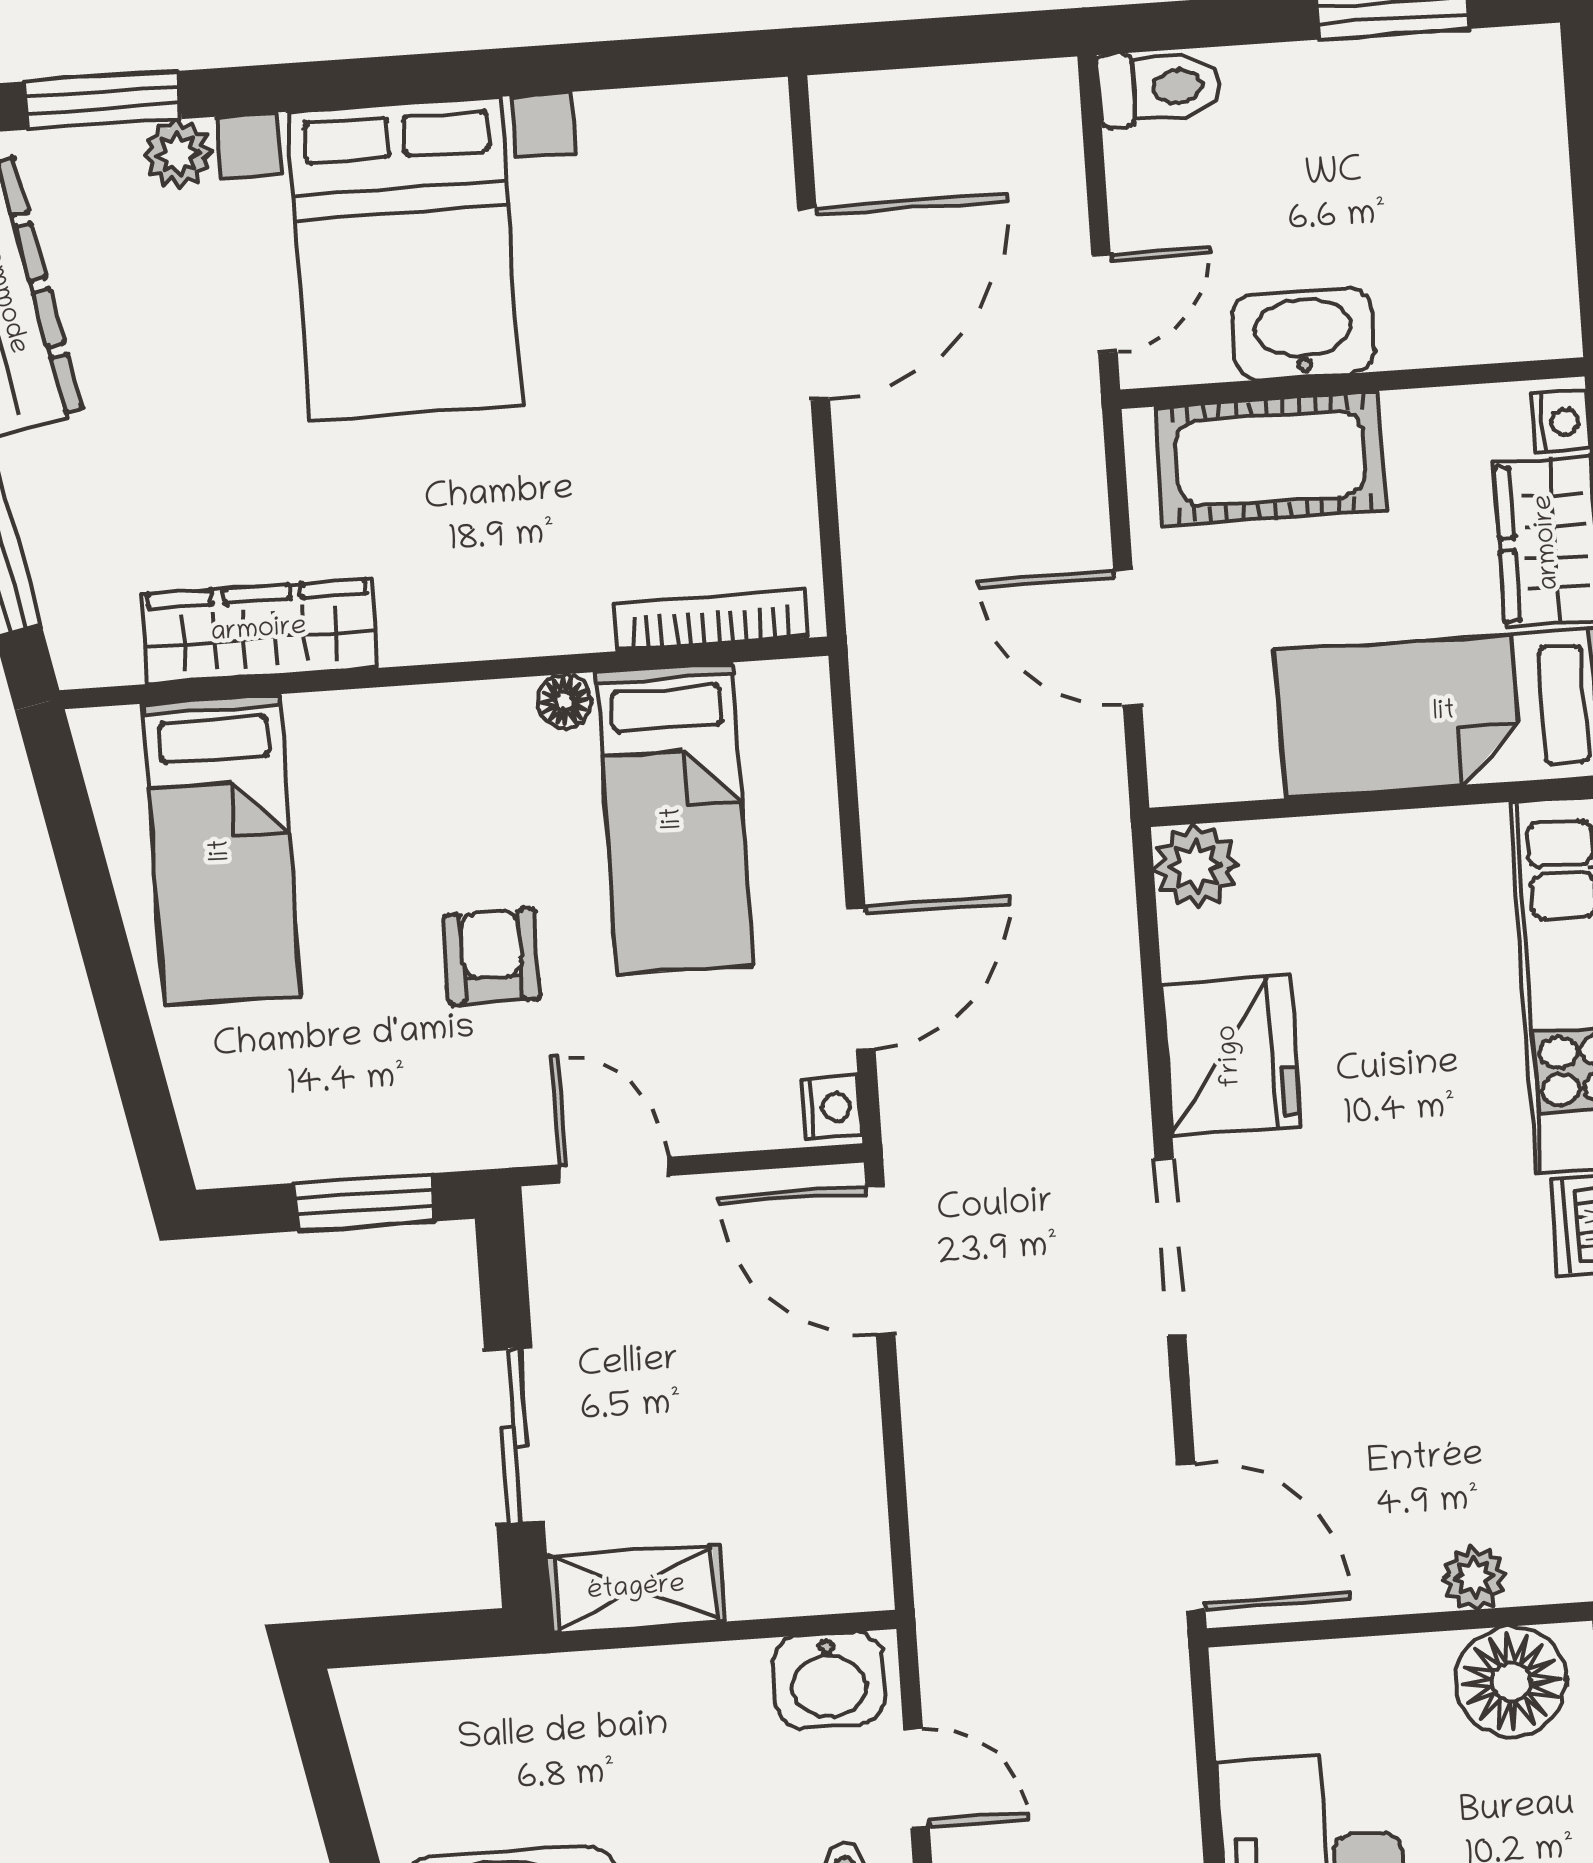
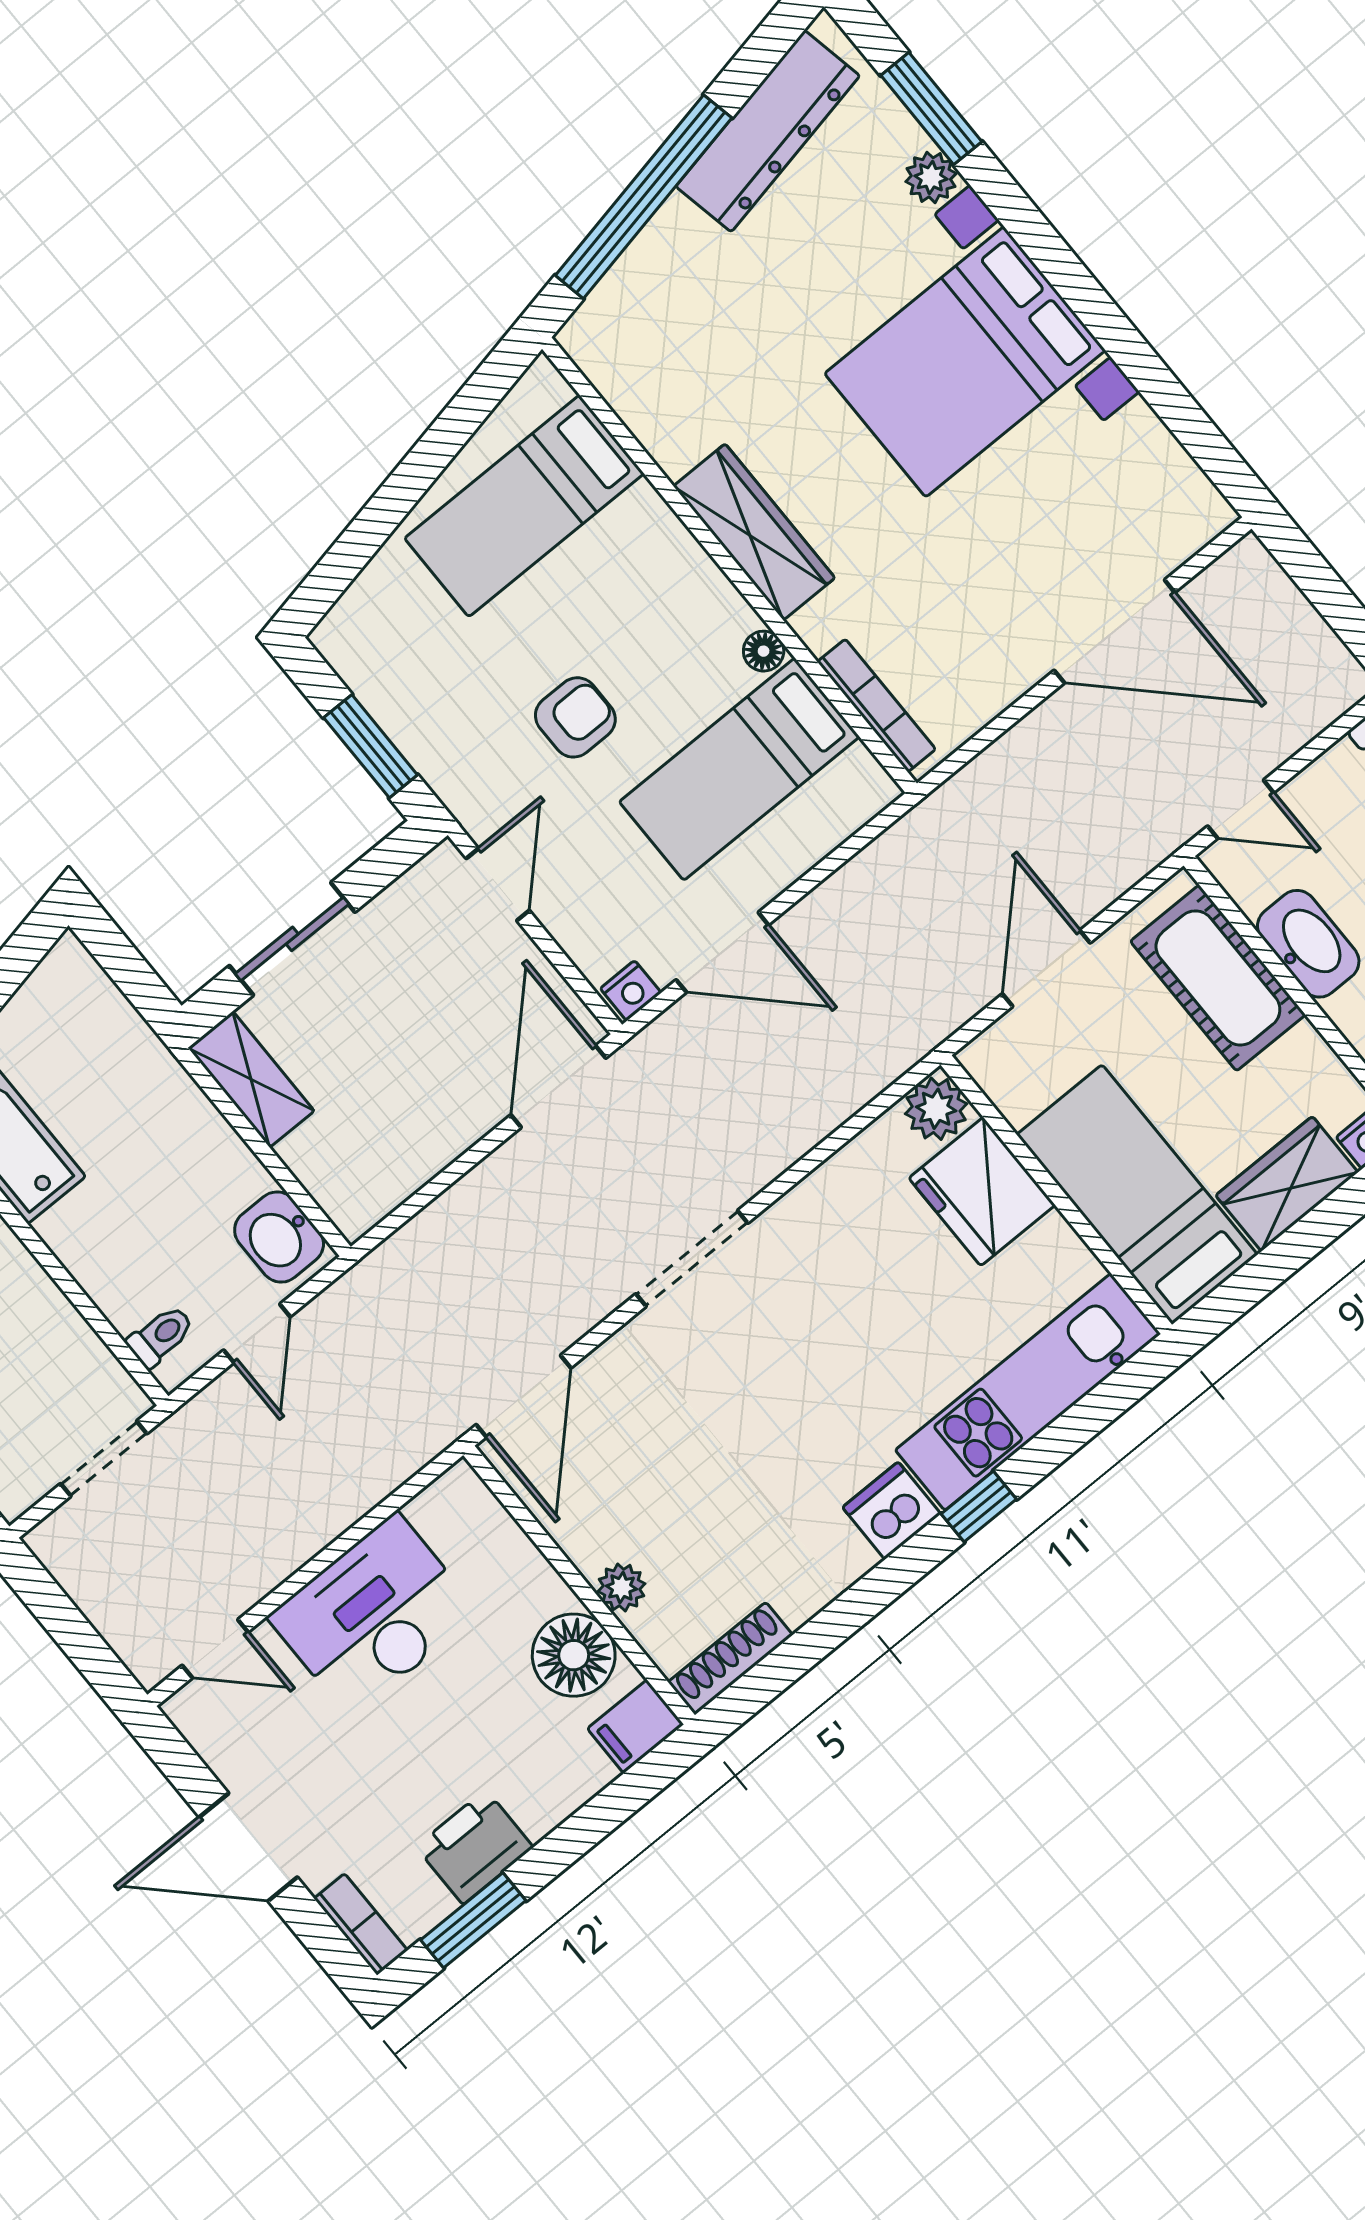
wardrobe: (259, 631) -> (754, 532), moved
fridge: (1231, 1056) -> (982, 1192), moved, turned 90

